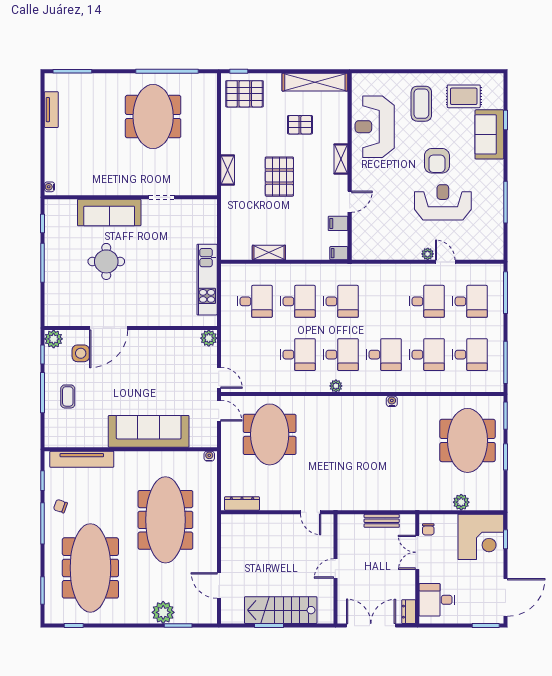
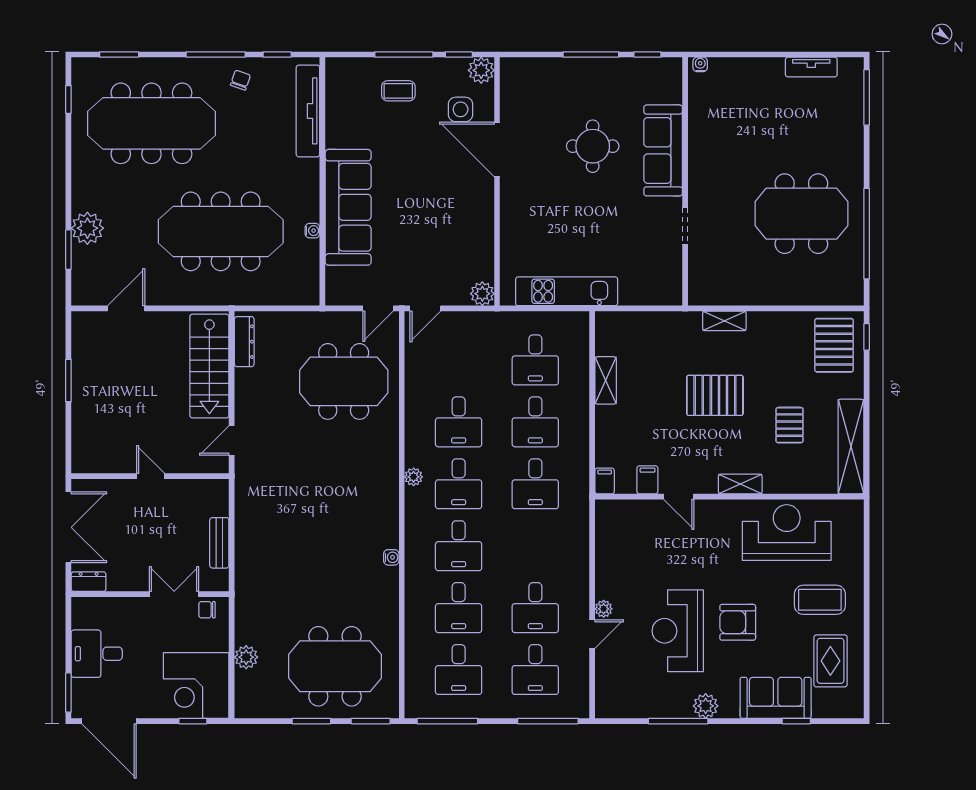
plant: (495, 183) -> (706, 706), added
reception desk: (443, 202) -> (678, 631), turned 180
water cooler: (209, 456) -> (312, 231), moved
desk: (437, 600) -> (97, 654), moved, turned -90
stairs: (281, 610) -> (209, 366), moved, turned 180

